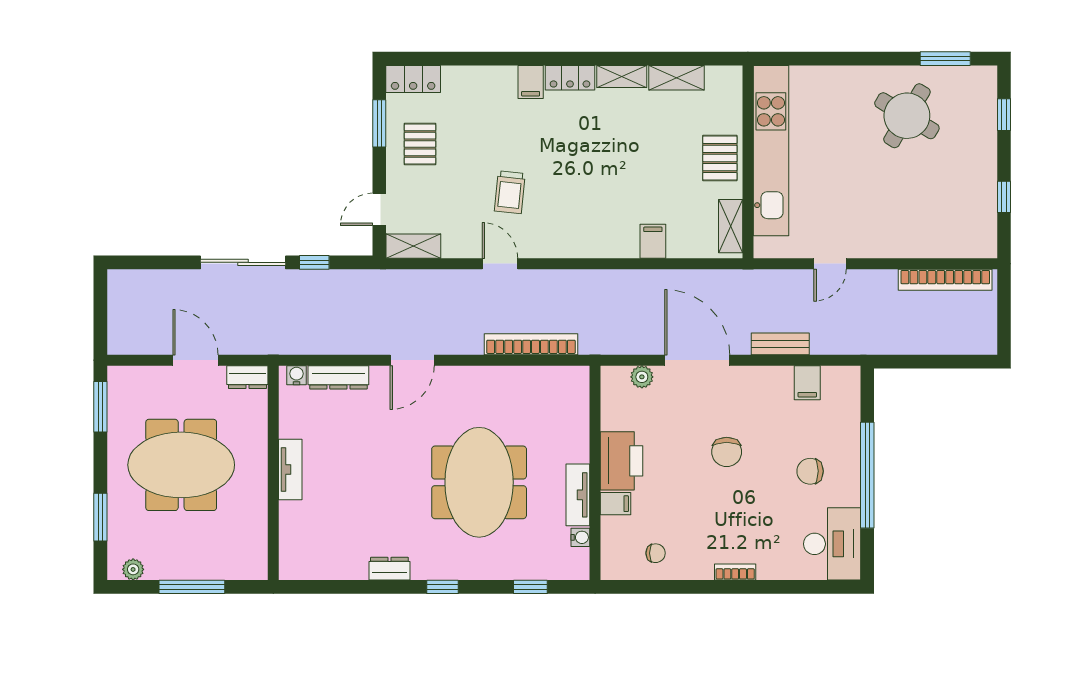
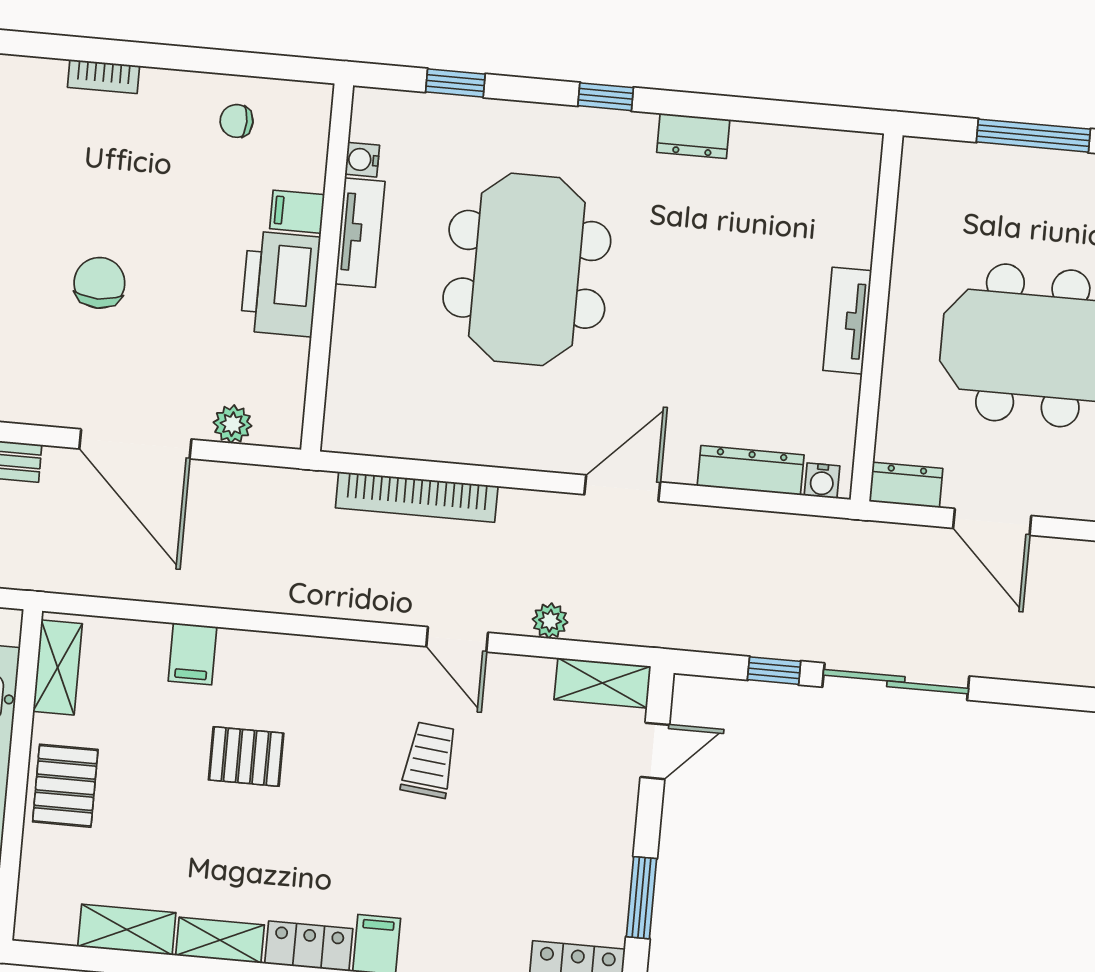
pallet: (420, 144) -> (246, 757), moved, turned 90
plant: (447, 279) -> (550, 621), added

